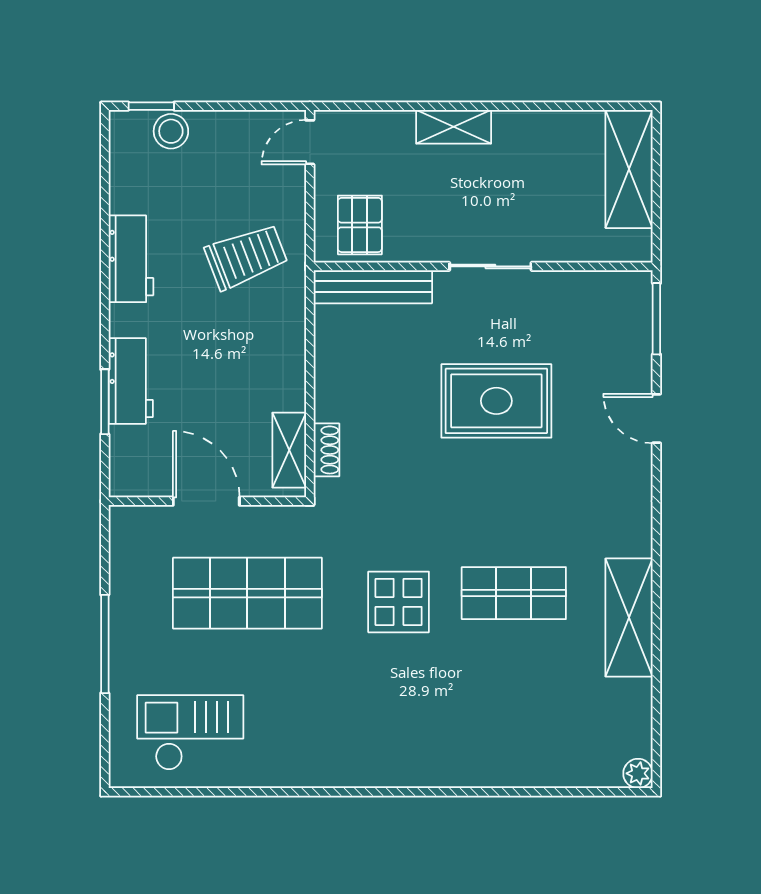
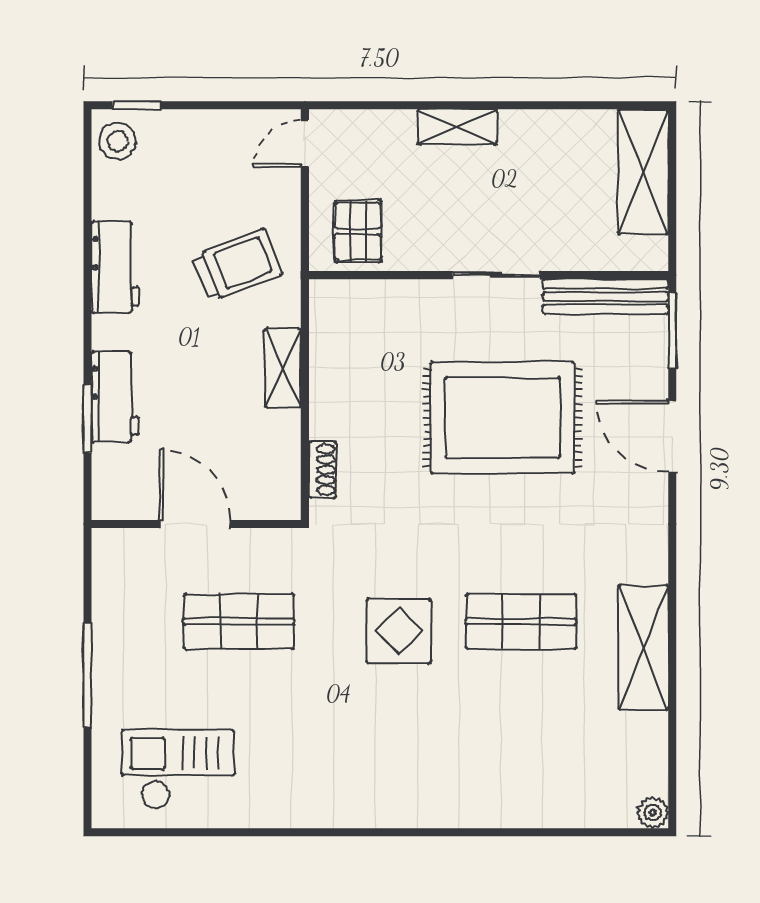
stool: (171, 131) -> (117, 141), moved
bench: (373, 287) -> (606, 297), moved
rug: (496, 401) -> (503, 418), width x1.37, depth x1.44
door: (656, 418) -> (672, 436), width x1.38
shelving: (289, 450) -> (283, 368), moved
shop shelf: (247, 593) -> (239, 621), width x0.70, depth x0.74

